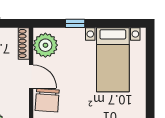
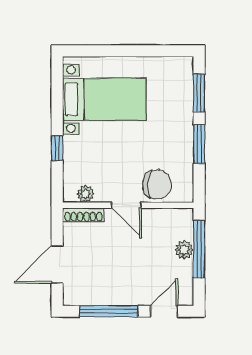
plant: (45, 45) -> (85, 194), width x0.53, depth x0.53
door: (31, 77) -> (126, 205), swing flipped

